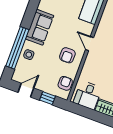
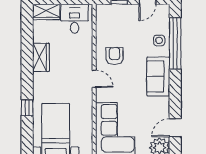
armchair: (65, 83) -> (105, 23), removed

